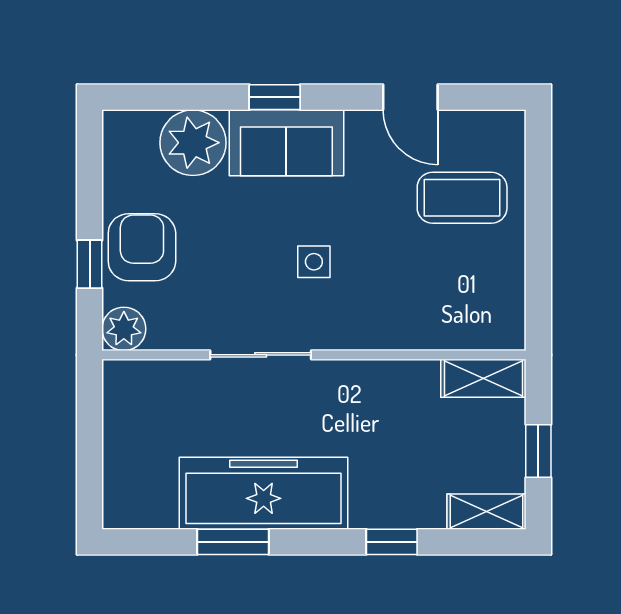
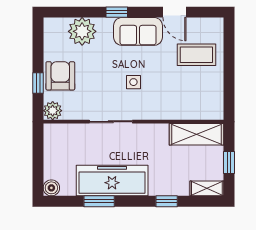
sofa: (286, 143) -> (138, 31), moved
shelving: (483, 378) -> (197, 134), width x1.50, depth x1.33
boiler: (121, 510) -> (51, 188), added

